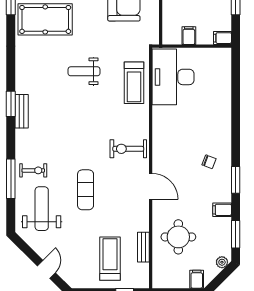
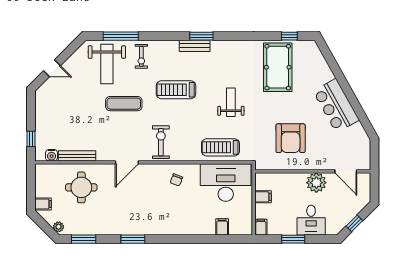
chair: (209, 162) -> (176, 180), moved
window: (11, 179) -> (121, 36), moved
weight bench: (42, 209) -> (107, 64), turned 90
filing cabinet: (222, 210) -> (222, 227), moved
bench: (143, 247) -> (77, 156), width x1.36
treadmill: (110, 259) -> (176, 90), moved, turned 180
water cooler: (143, 270) -> (52, 155), added

